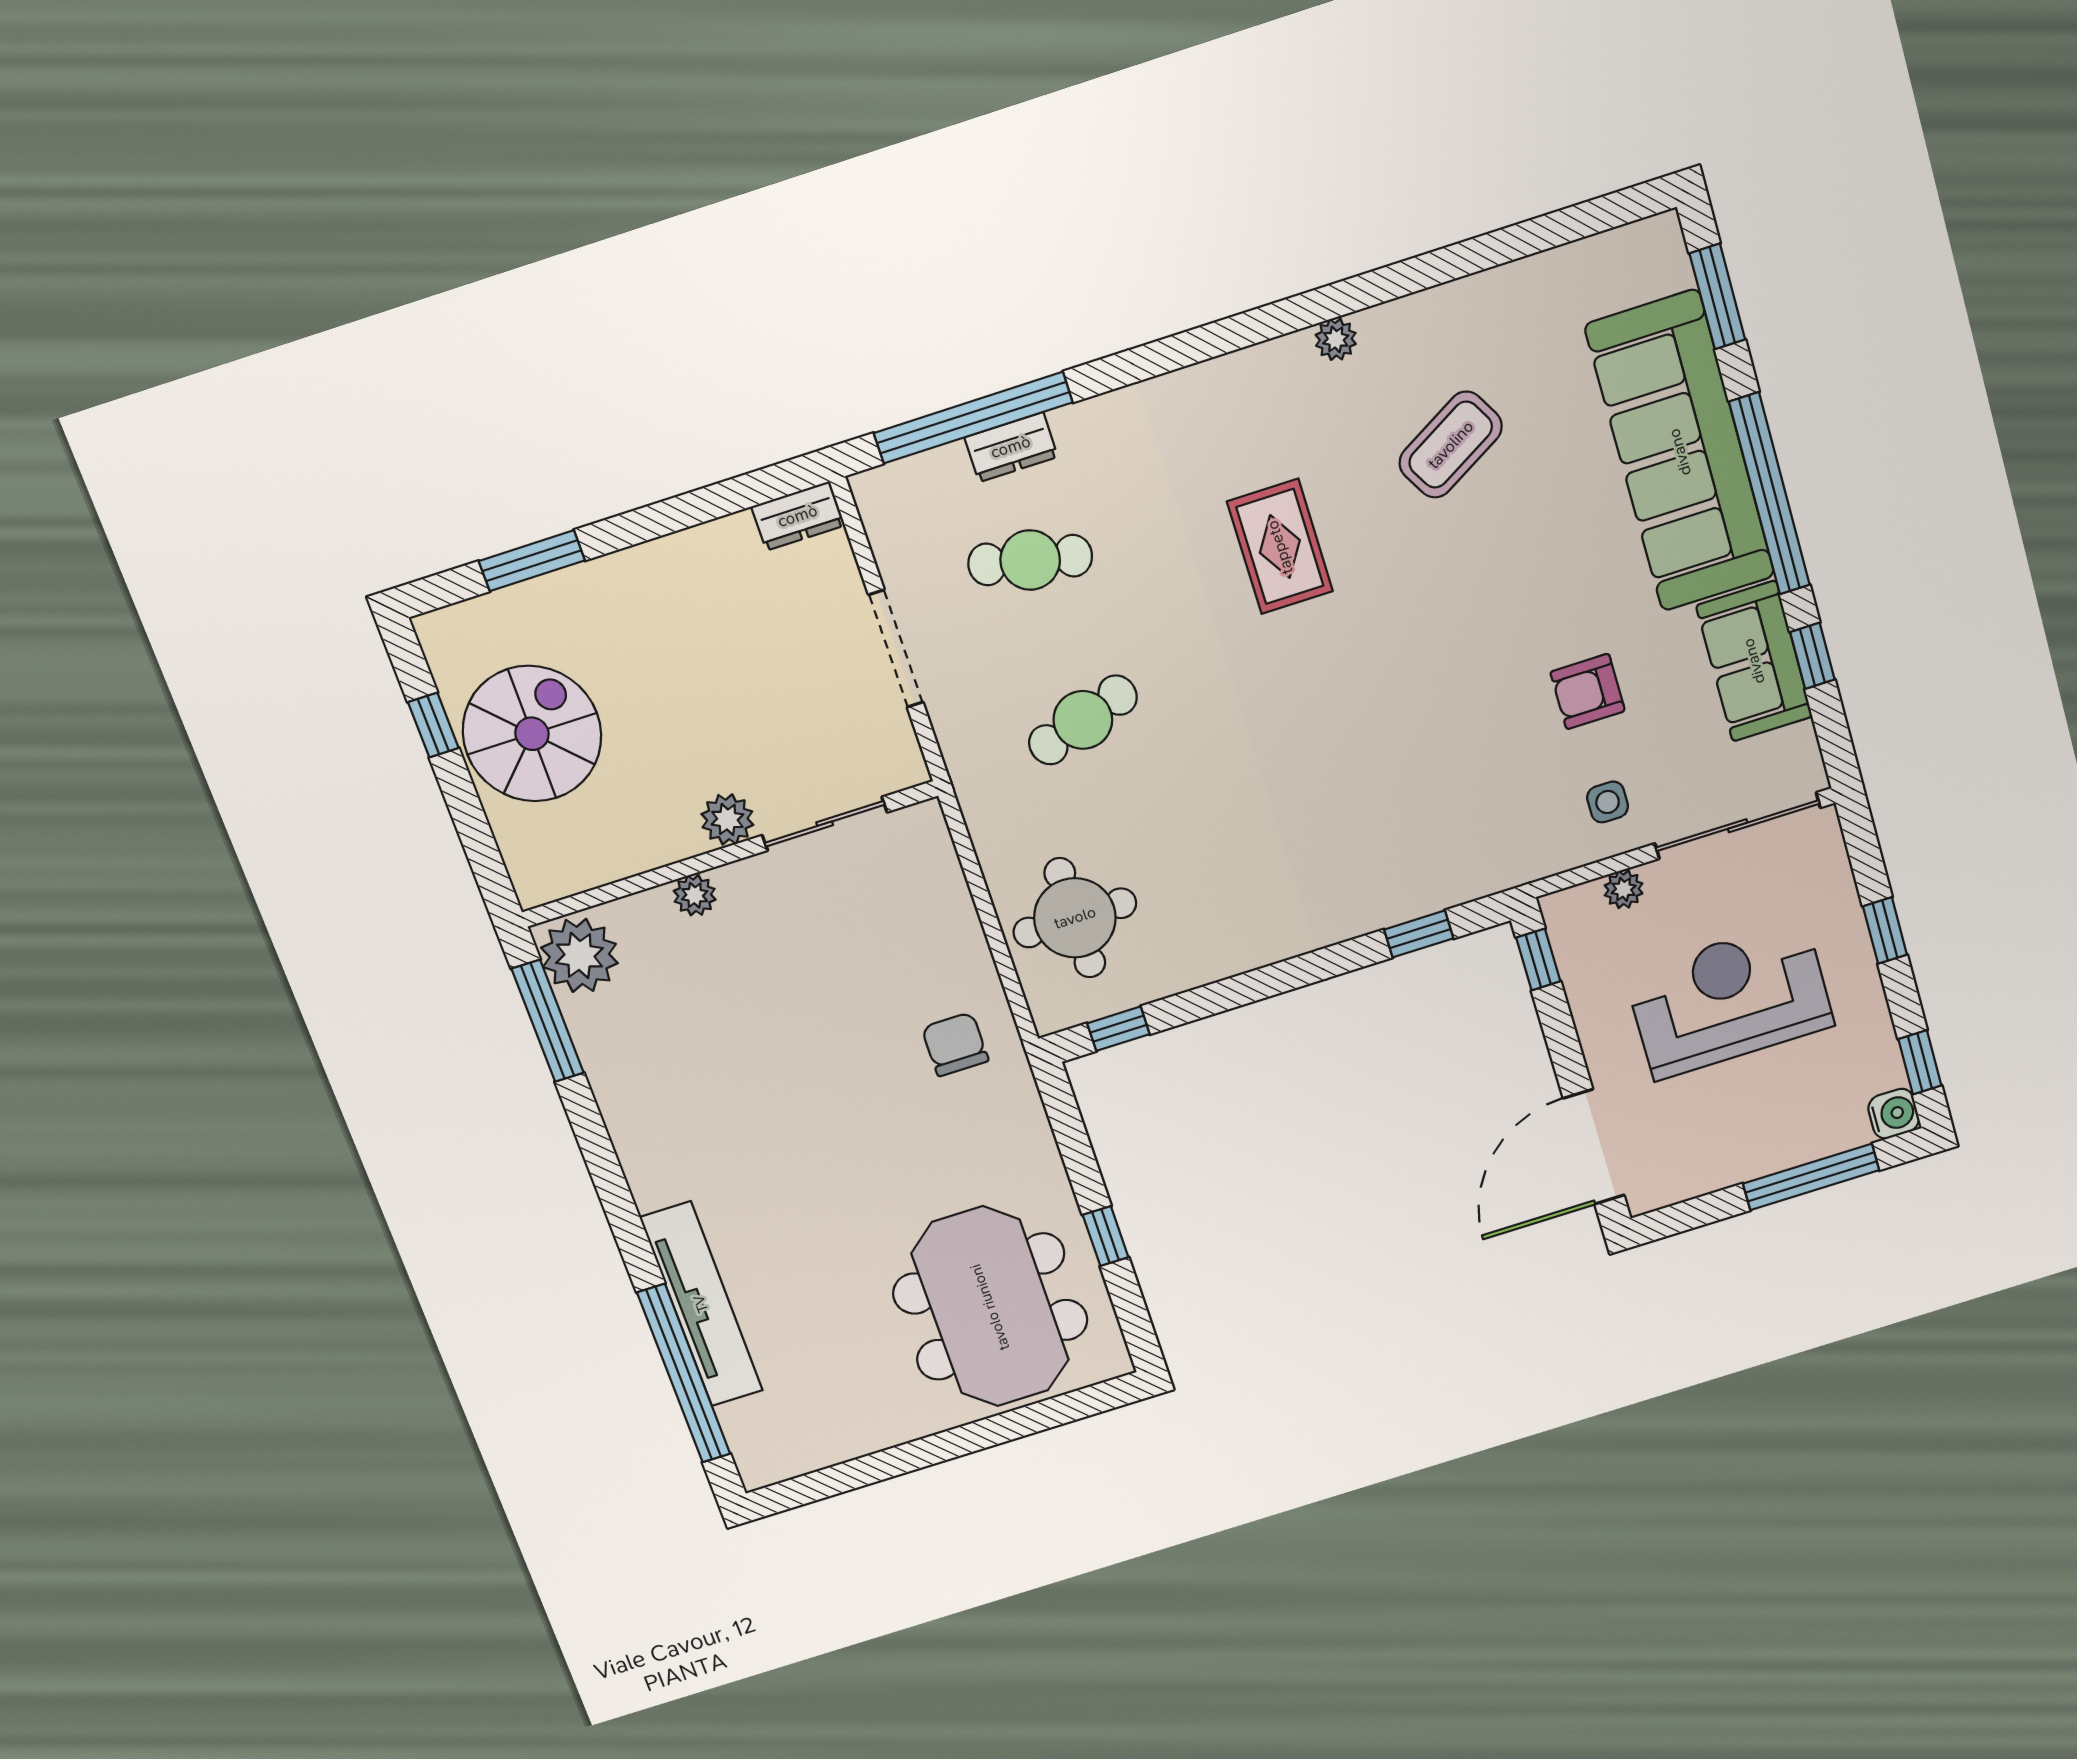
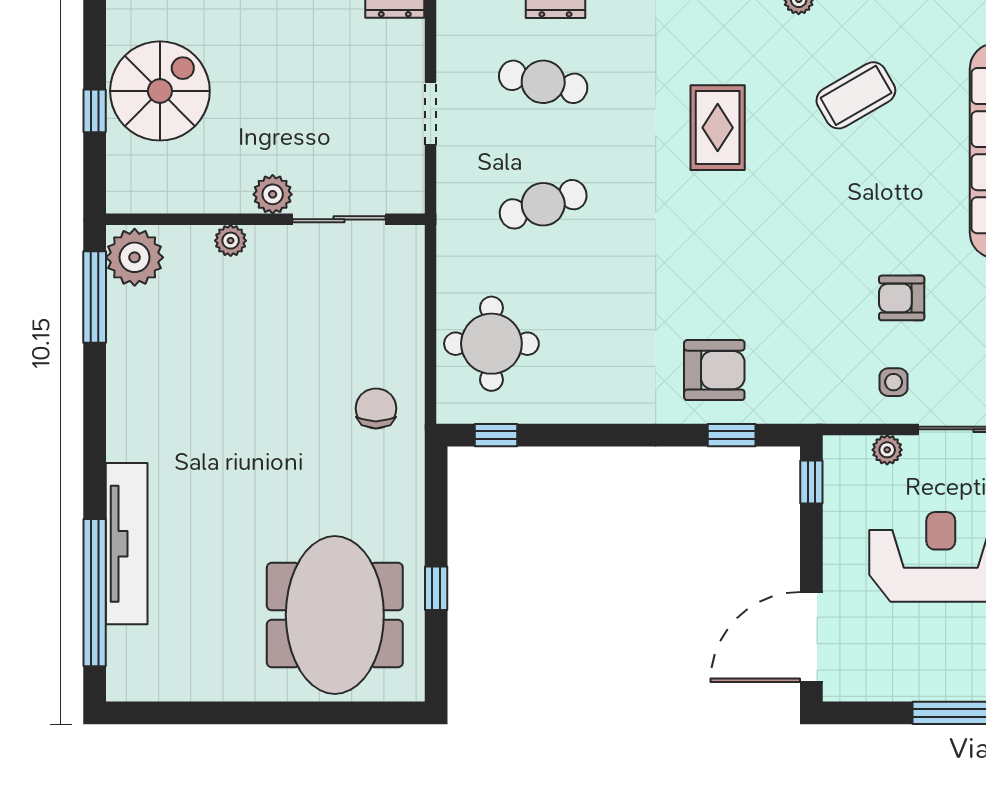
doorway: (896, 649) -> (431, 113), width x0.73
window: (433, 725) -> (95, 111), moved
armchair: (1372, 860) -> (714, 370), added

